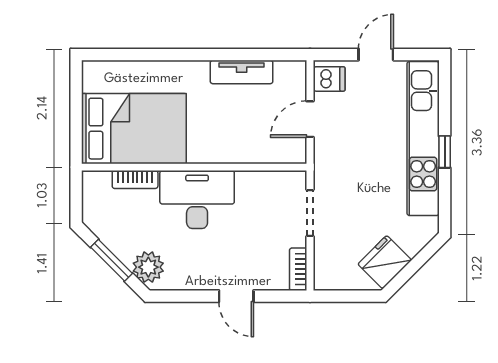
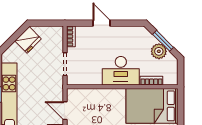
door: (310, 119) -> (65, 111), swing flipped
plant: (148, 267) -> (159, 51), moved

